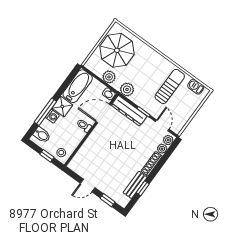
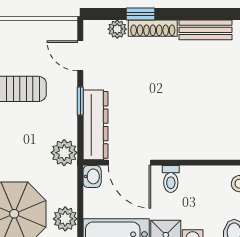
plant: (109, 77) -> (65, 219), moved
door: (162, 125) -> (80, 56), hinge flipped
plant: (168, 140) -> (96, 29), removed
window: (143, 188) -> (140, 14), moved

